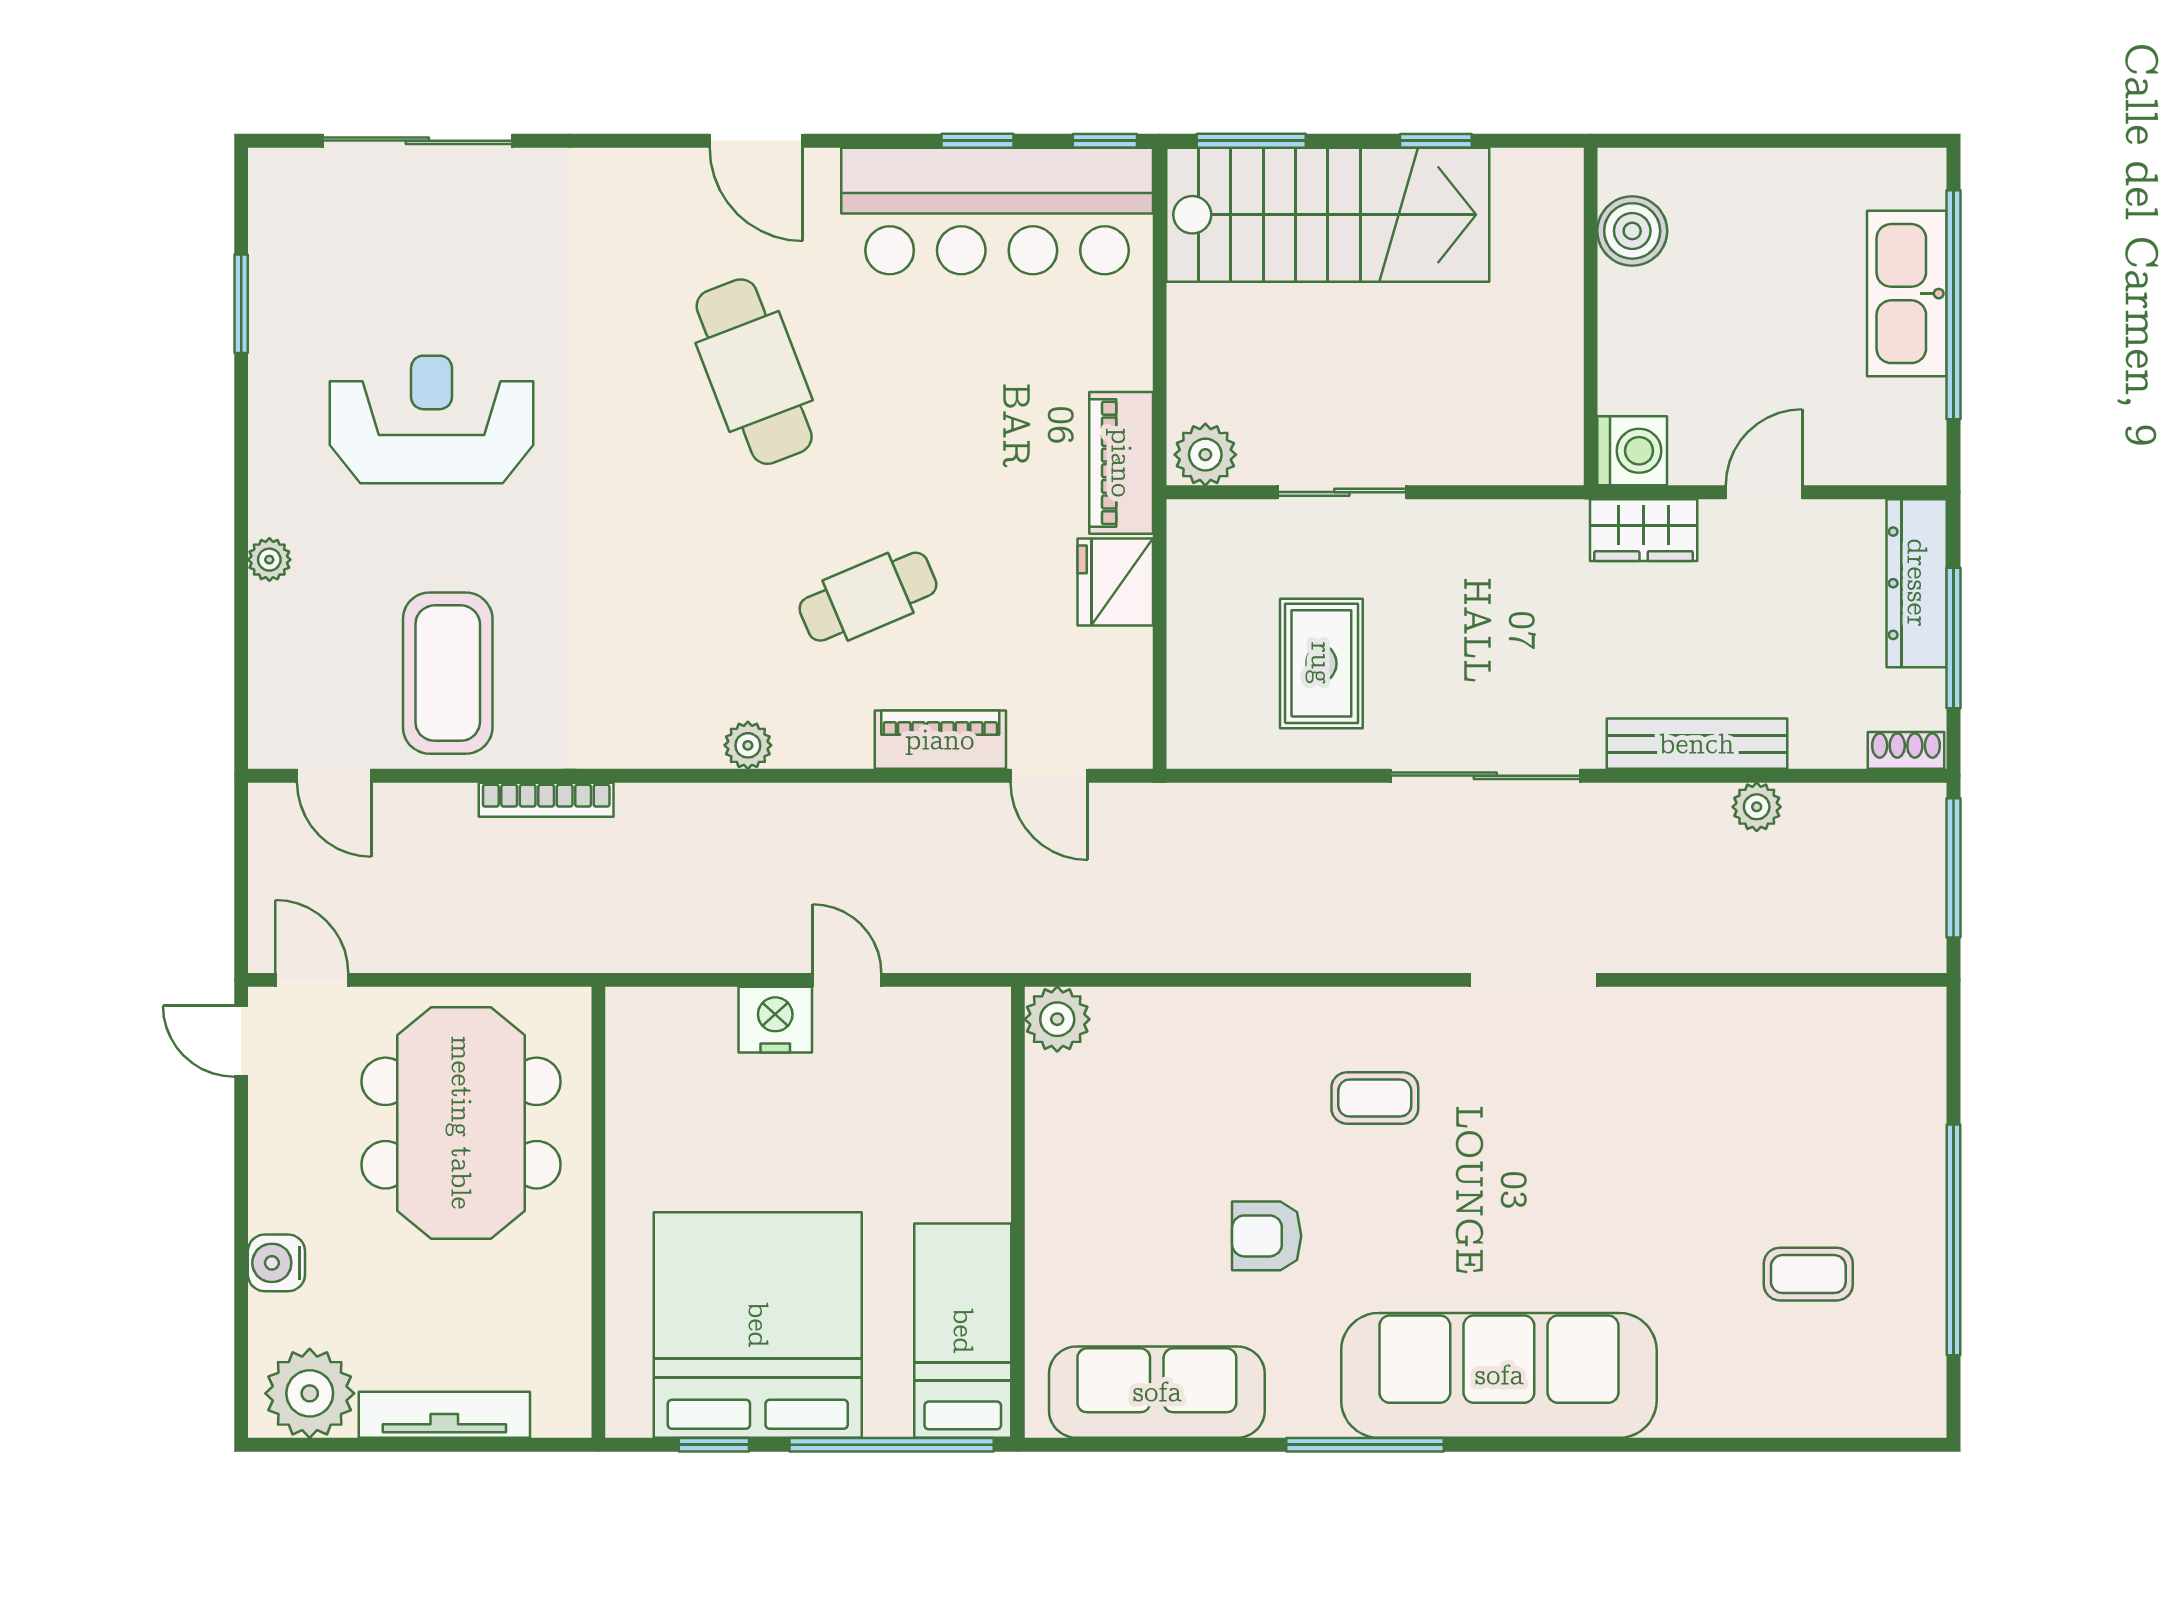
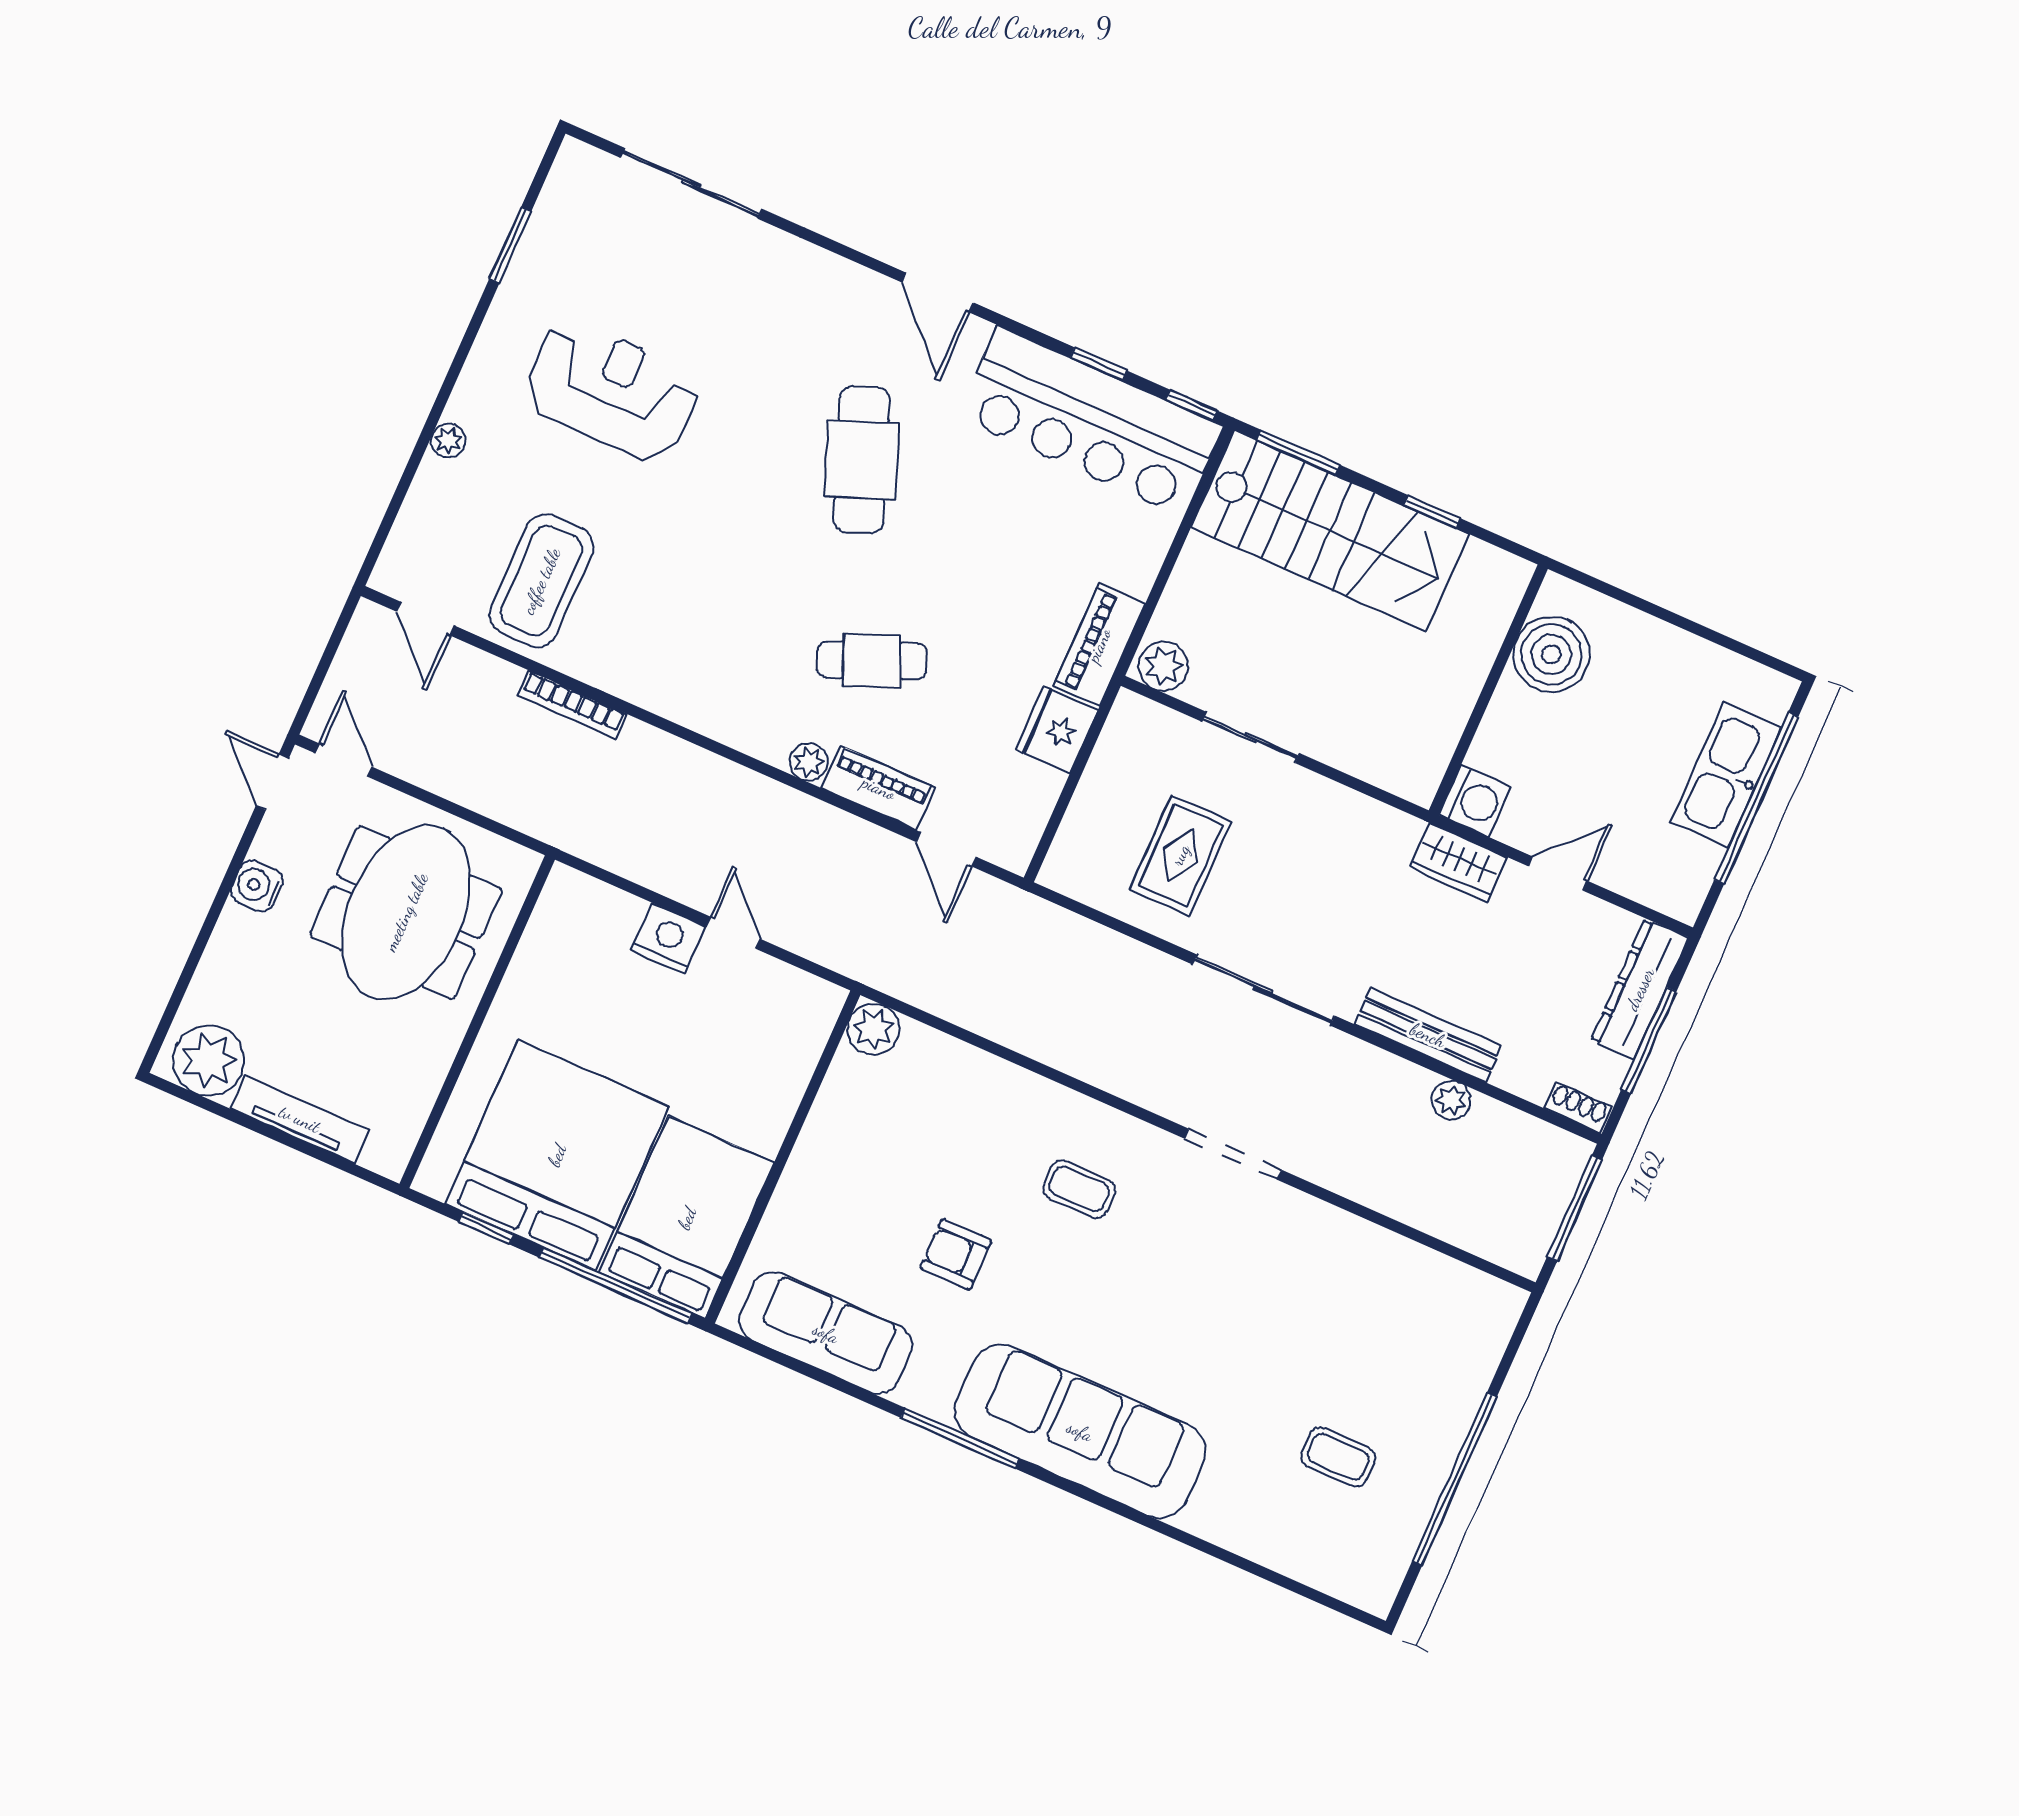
boiler: (1632, 231) -> (1551, 654), width x1.37, depth x1.37
plant: (748, 745) -> (809, 762), moved
water cooler: (276, 1263) -> (257, 886), moved
bed: (963, 1331) -> (687, 1218), width x1.50

